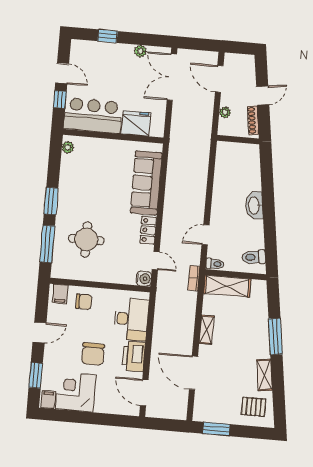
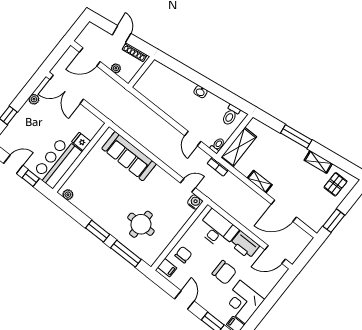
fridge: (136, 123) -> (81, 142), width x0.53, depth x0.75
washbasin: (254, 205) -> (200, 92), width x0.52, depth x0.69
locker: (148, 230) -> (163, 177), removed

